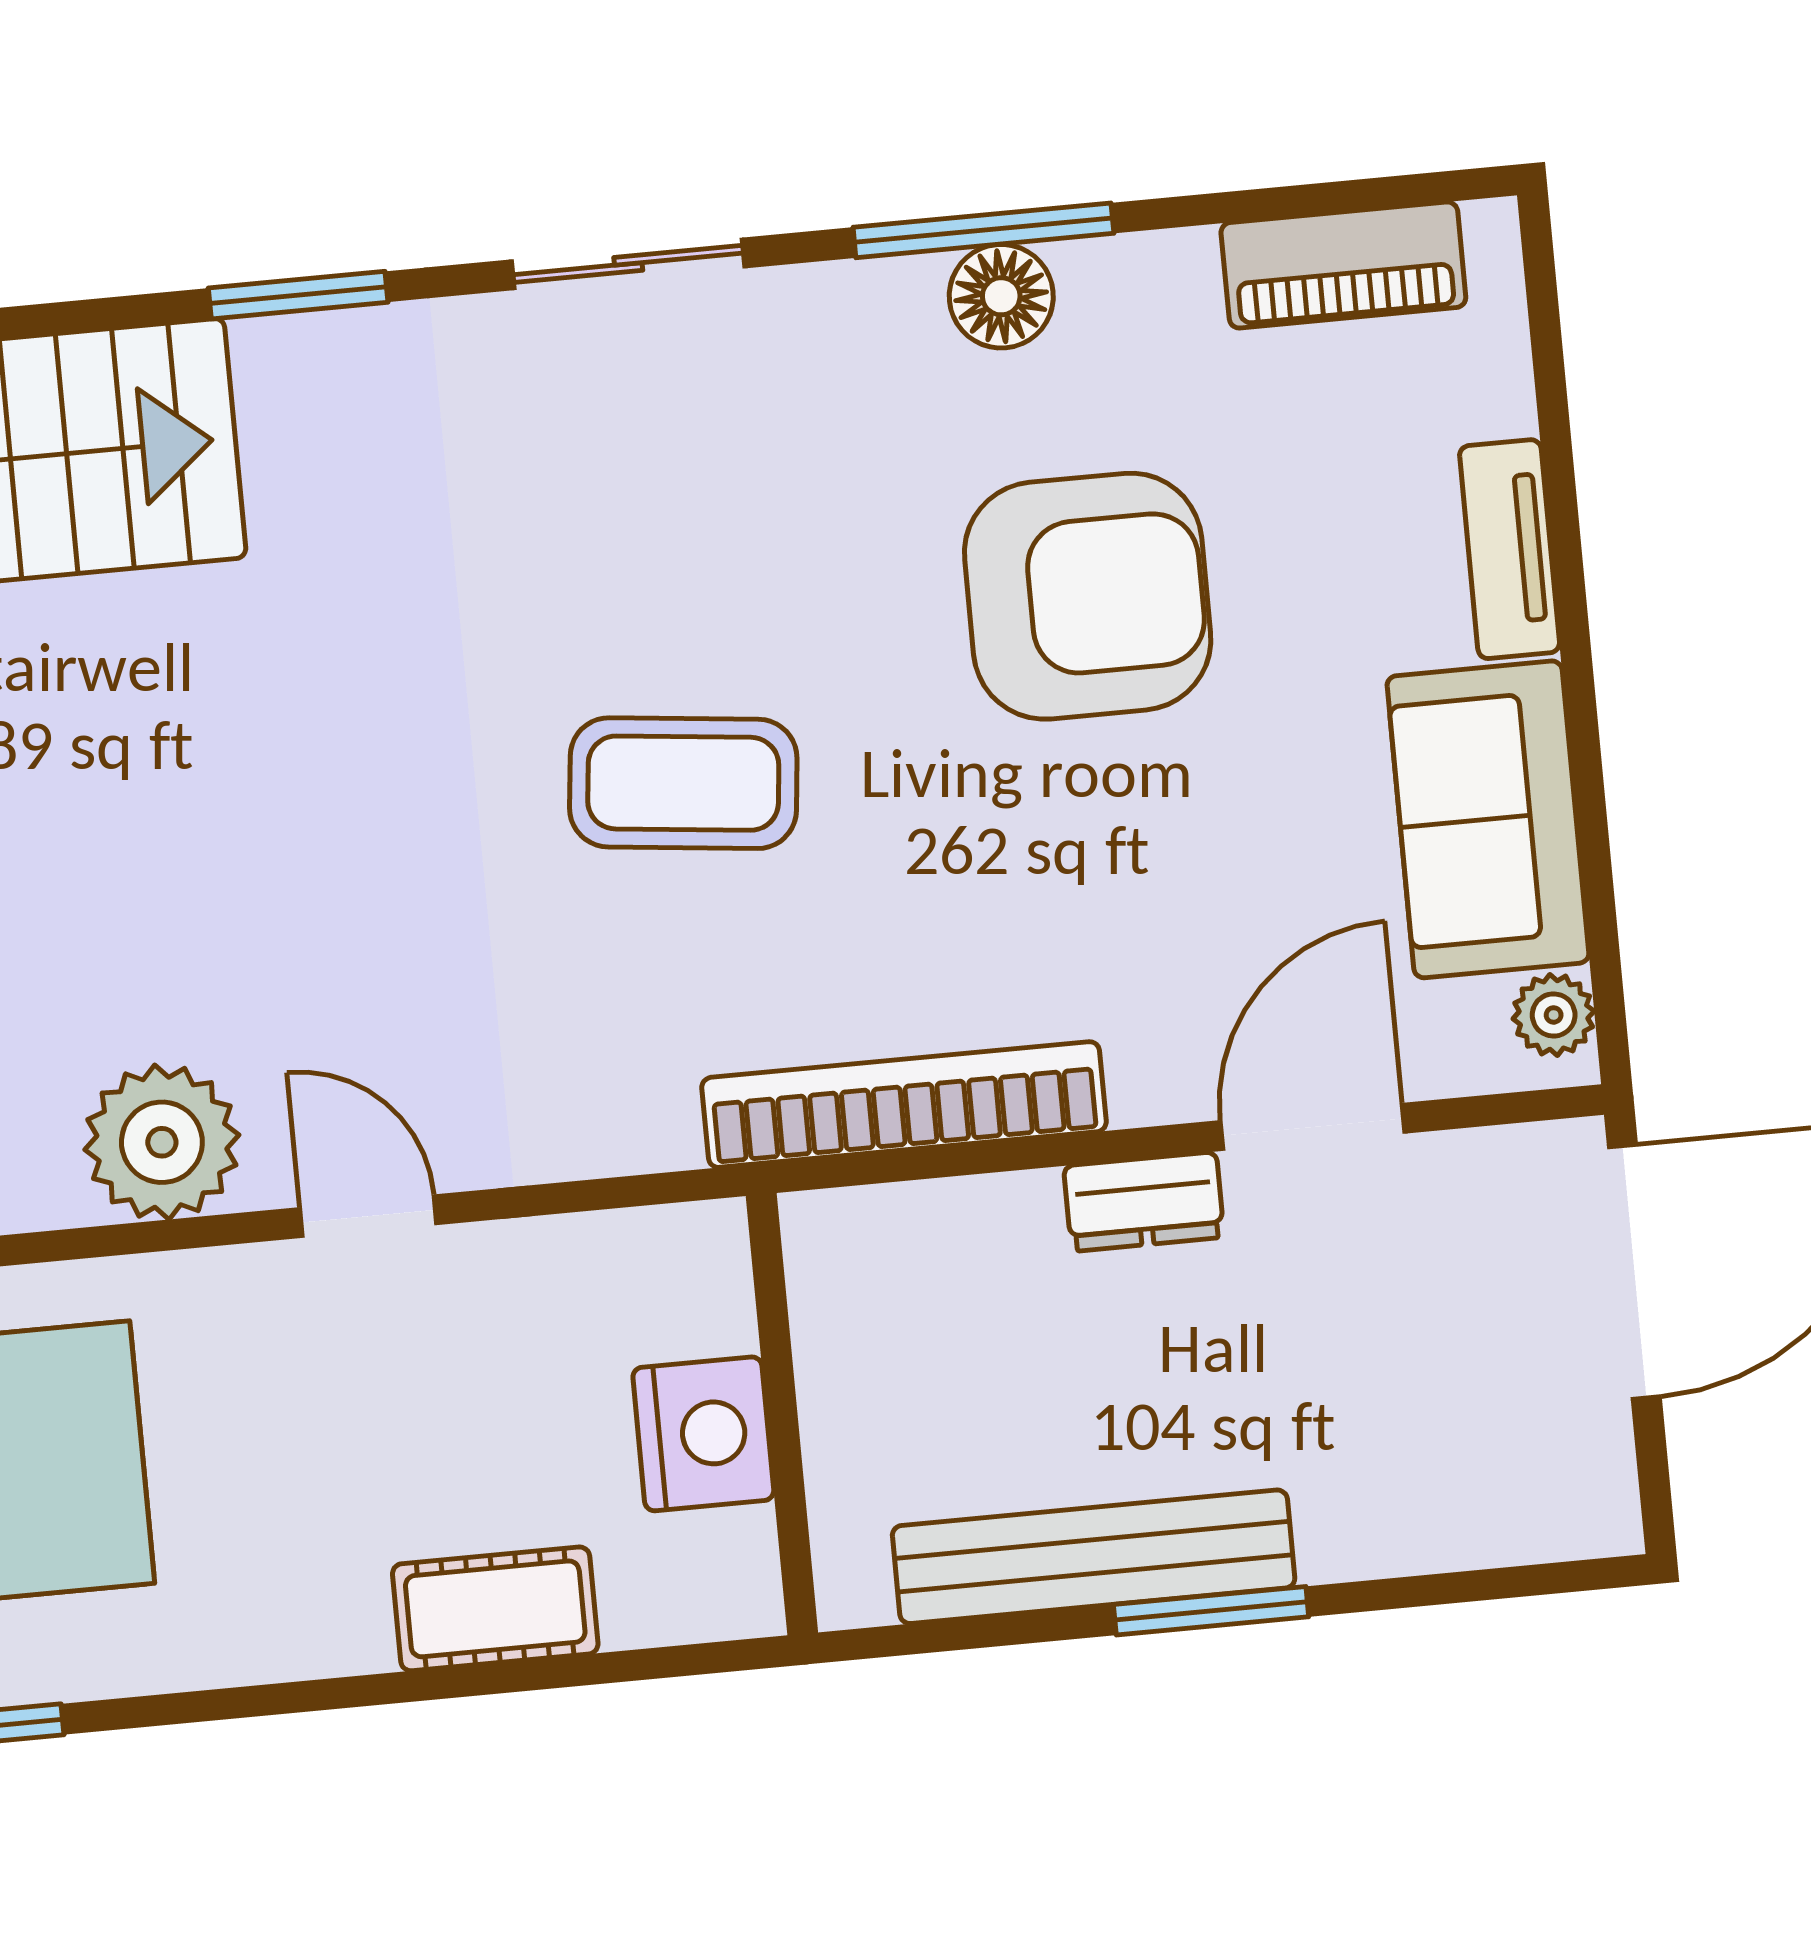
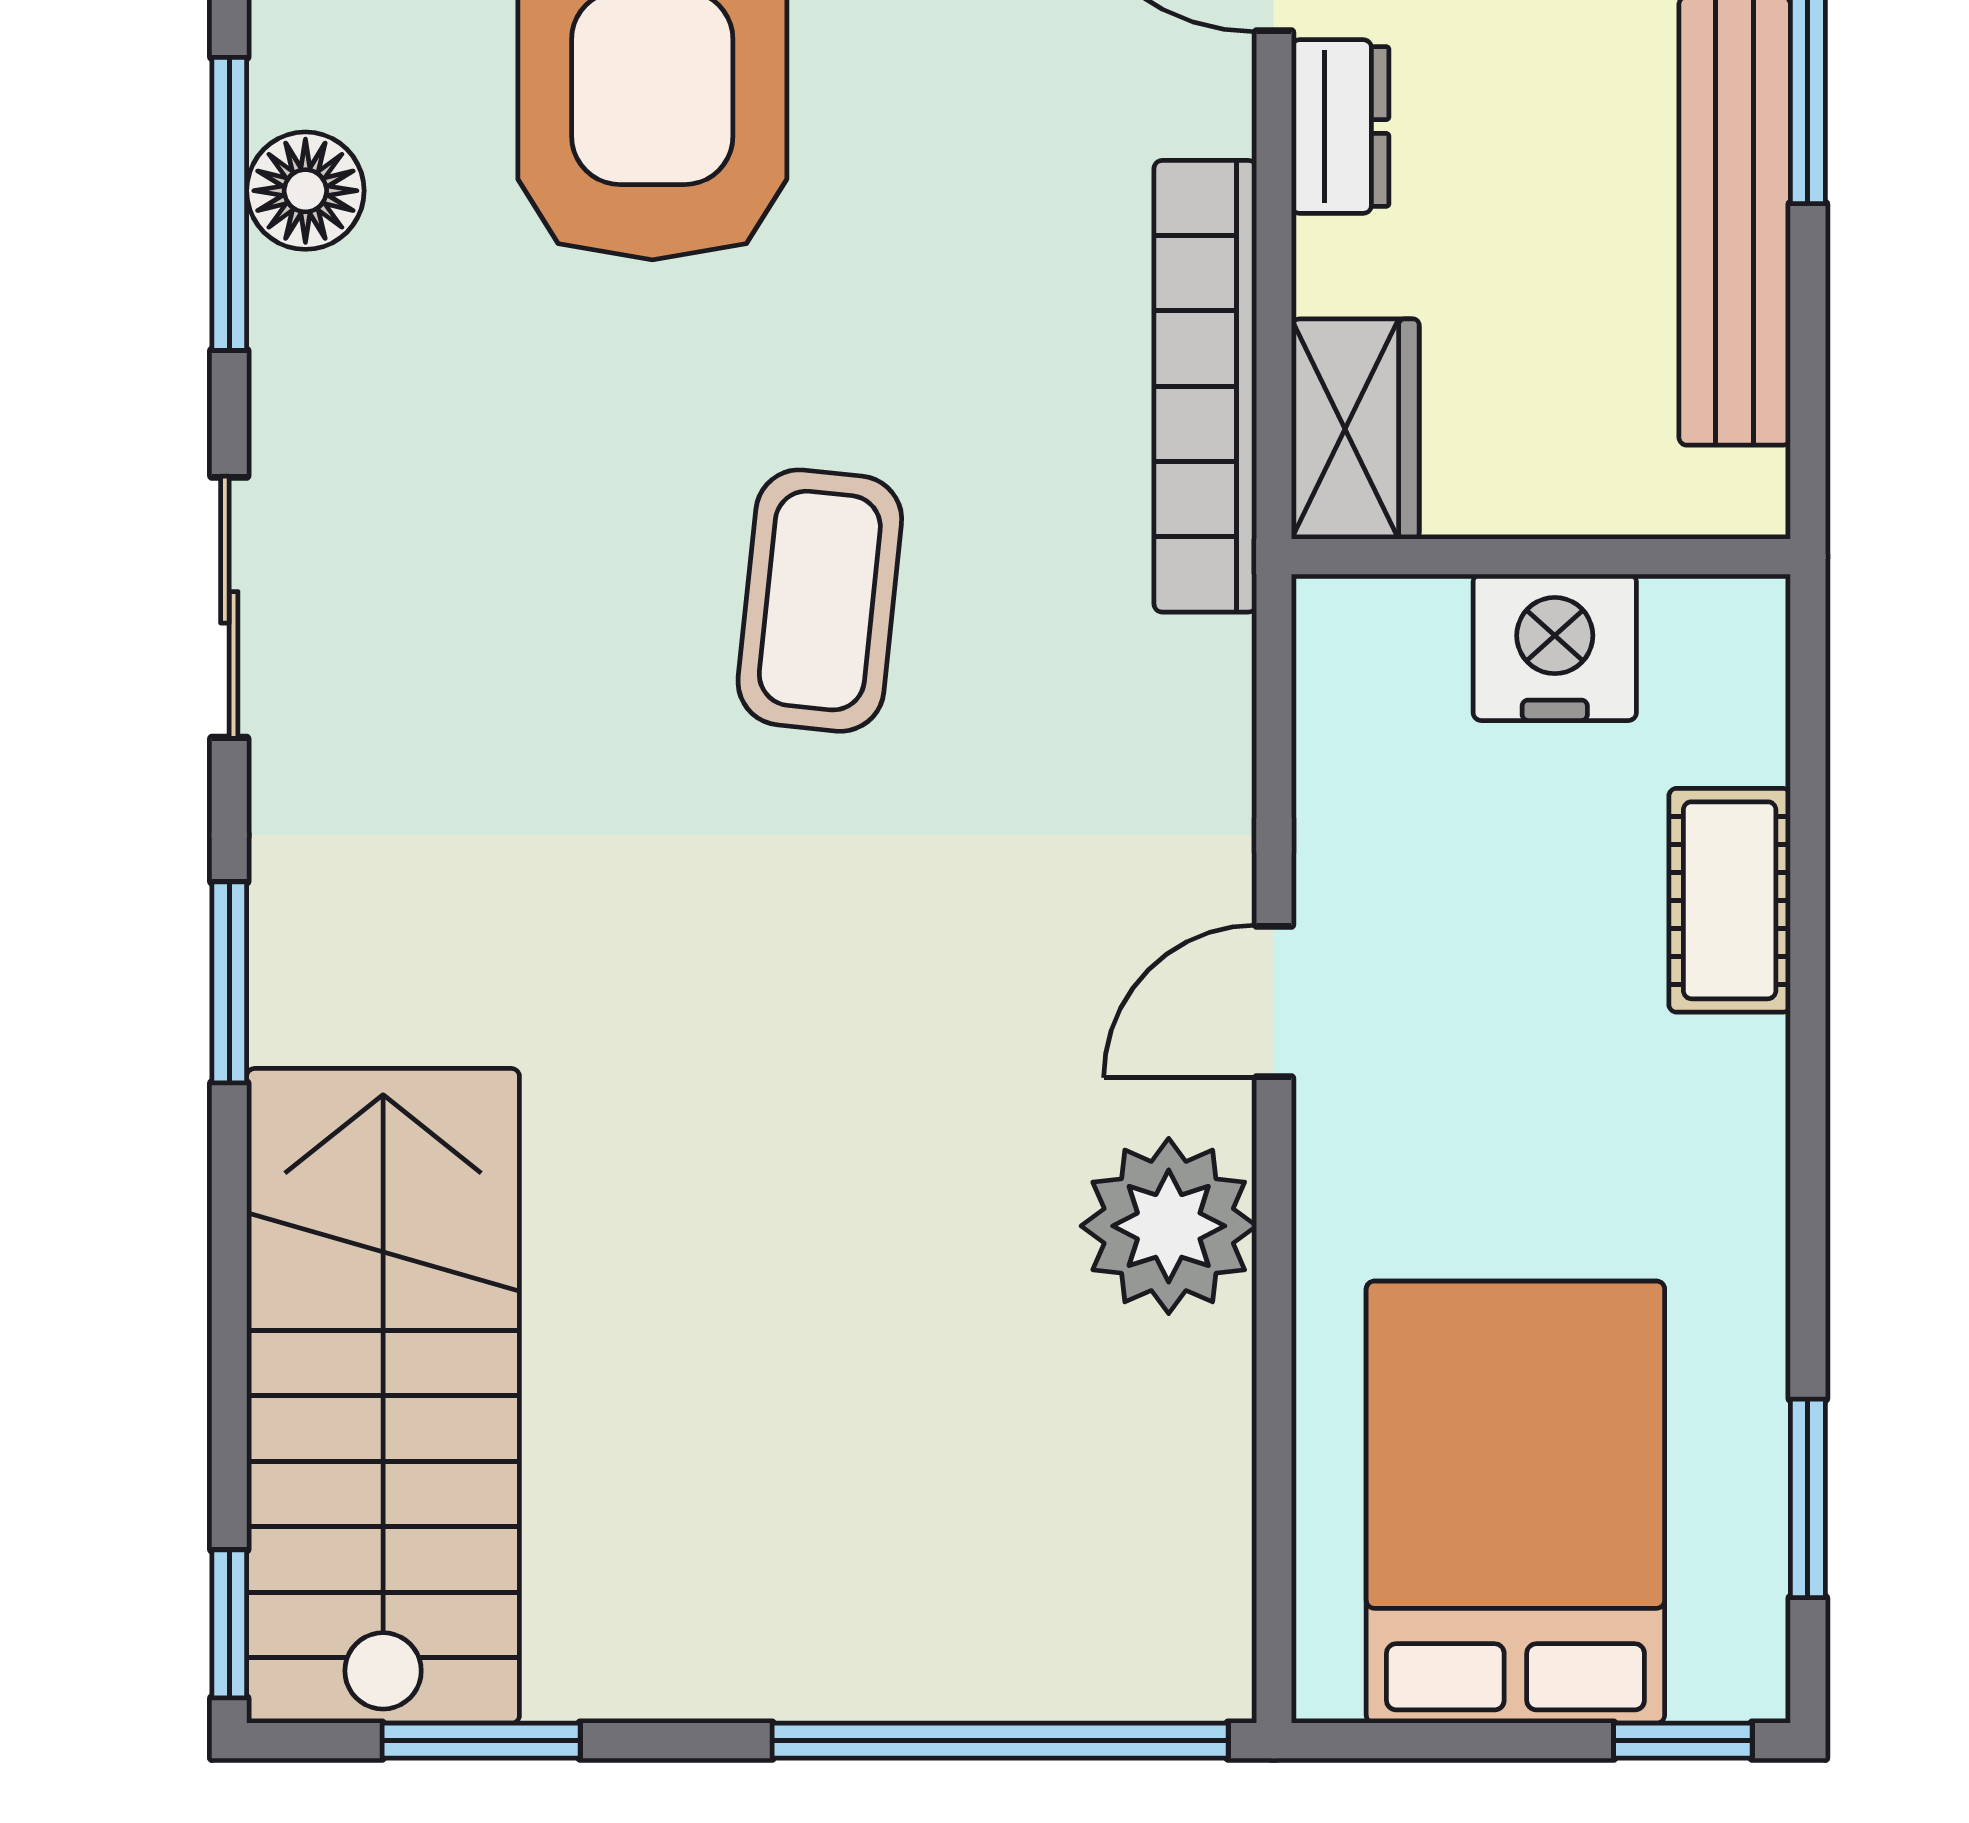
wardrobe: (879, 1240) -> (1355, 429), added

